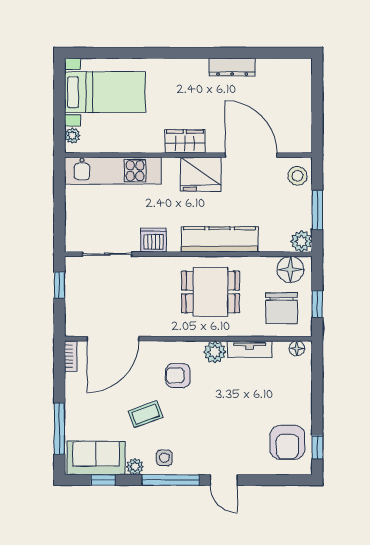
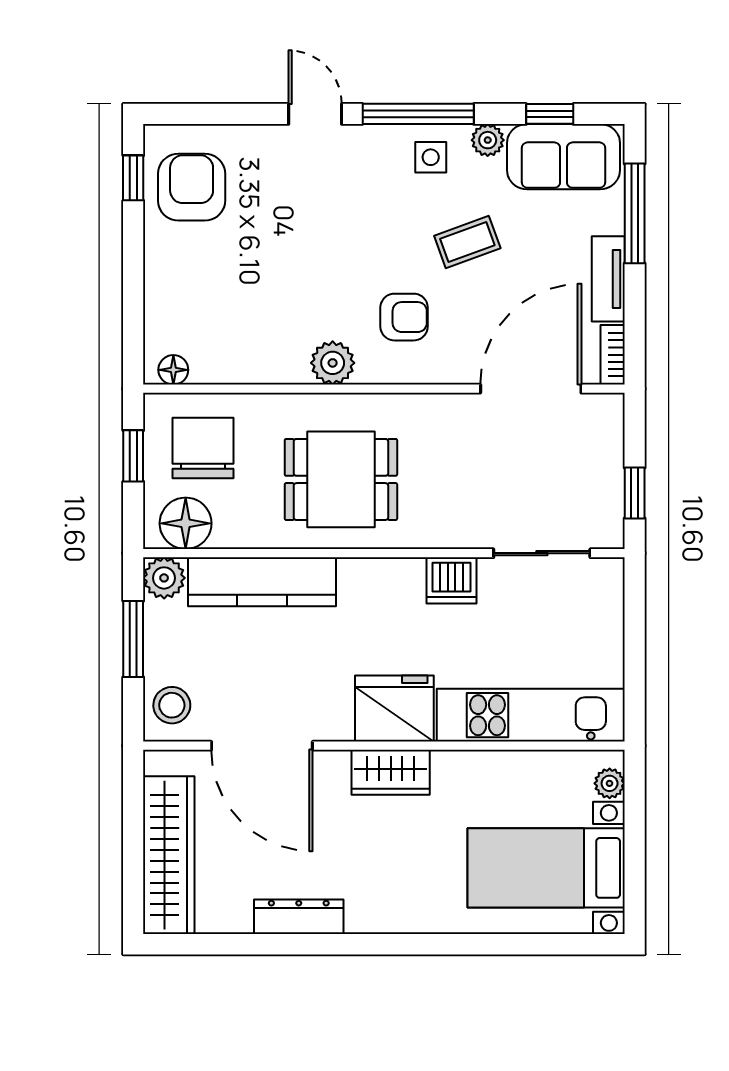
wardrobe: (299, 99) -> (169, 855), added
fridge: (201, 174) -> (394, 708), moved
kitchen counter: (220, 239) -> (262, 582), moved
tv unit: (250, 349) -> (608, 279), moved, turned -90

